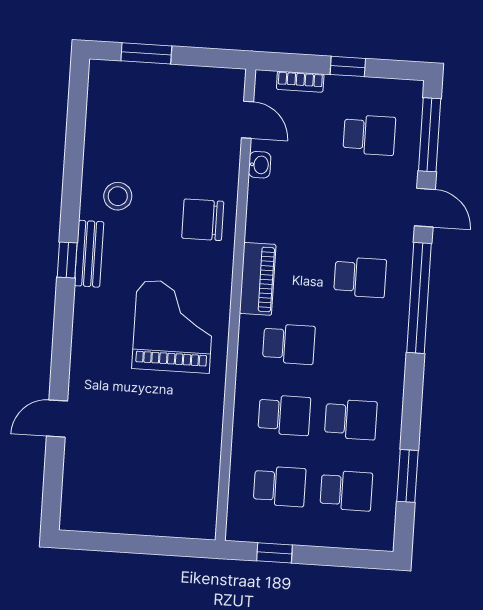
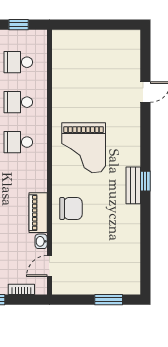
door: (247, 120) -> (49, 266), hinge flipped
stool: (118, 196) -> (119, 219), removed
piano: (258, 279) -> (38, 213), moved

